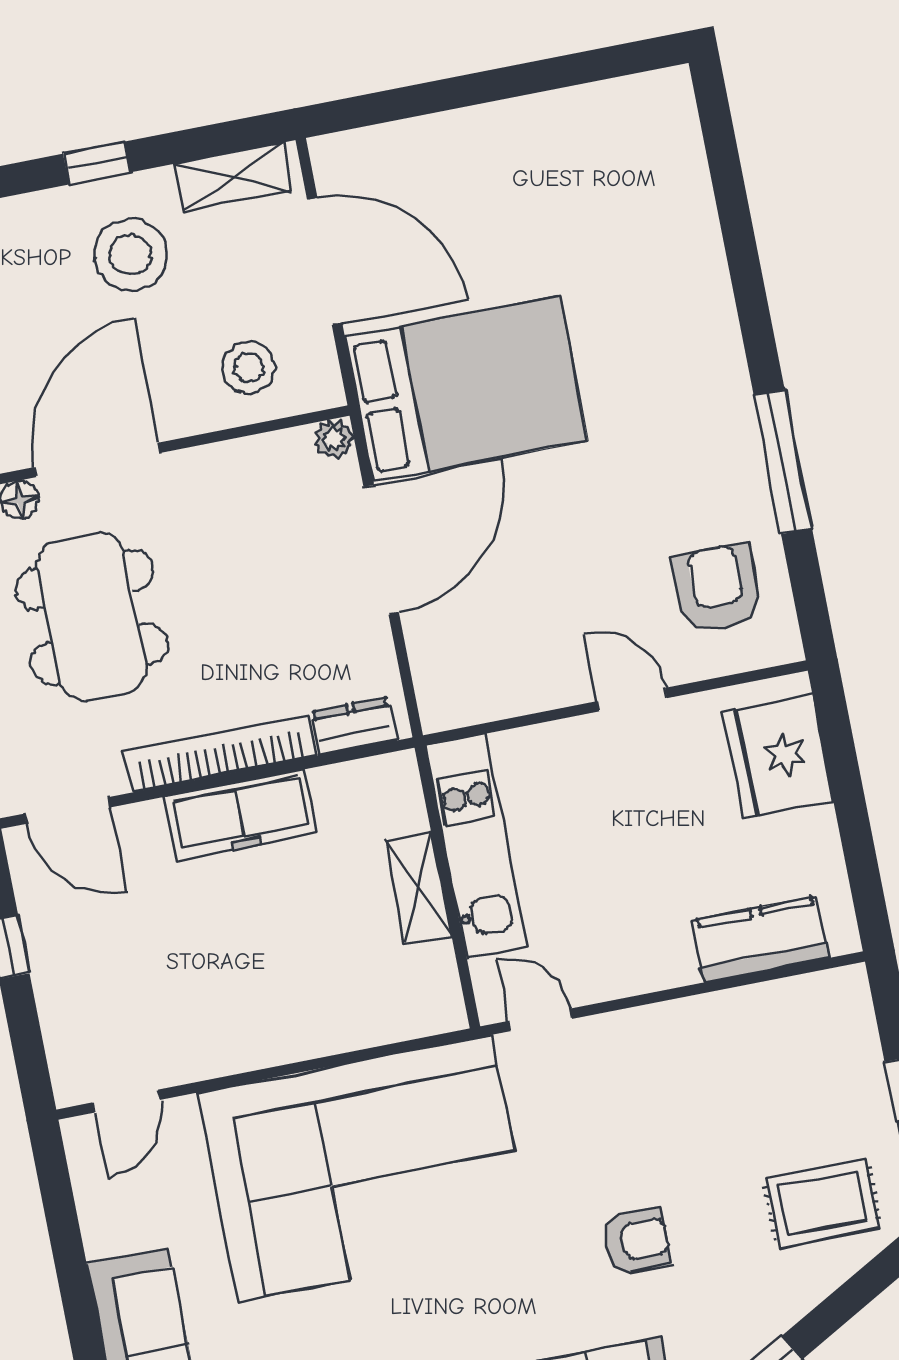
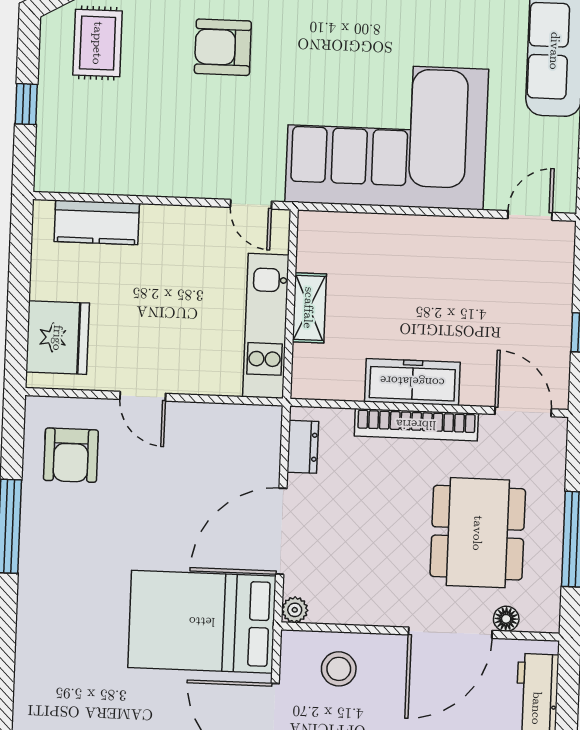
dresser: (354, 726) -> (303, 447), moved, turned -90
rug: (822, 1203) -> (98, 43), turned 90
armchair: (637, 1241) -> (223, 47), width x1.38, depth x1.38

